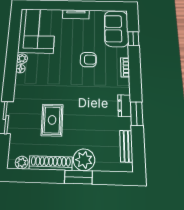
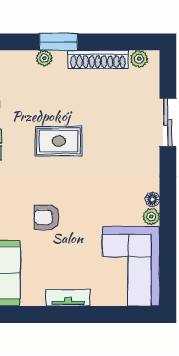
rug: (52, 120) -> (59, 141), moved, turned 90
plant: (84, 160) -> (44, 58), width x0.53, depth x0.53

